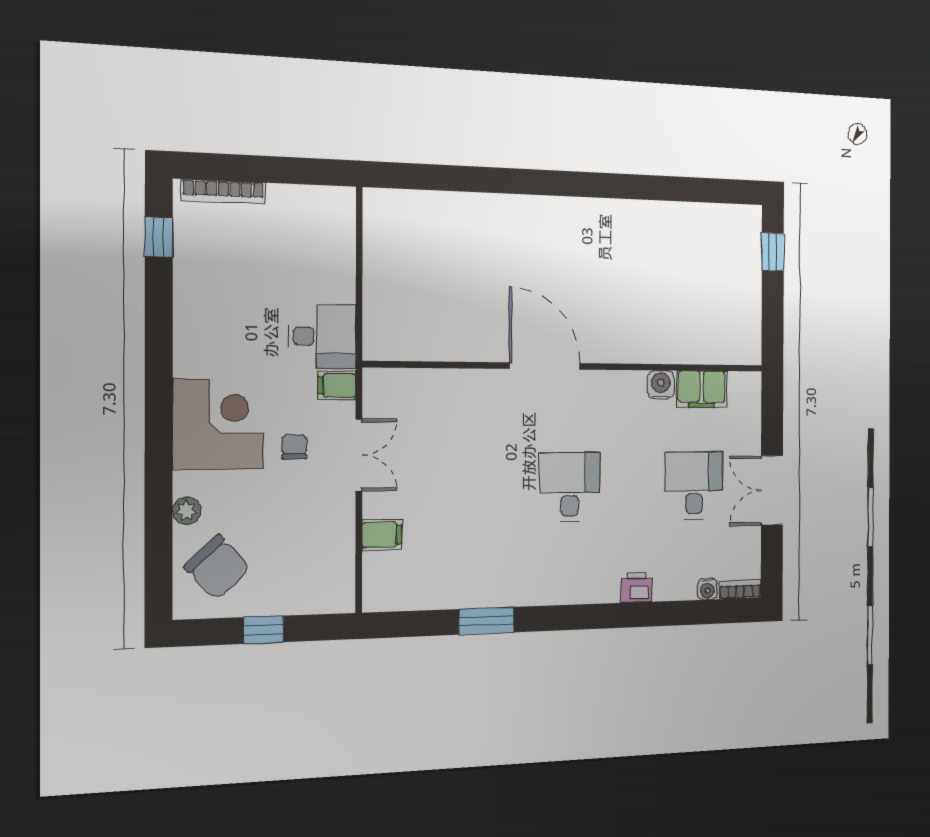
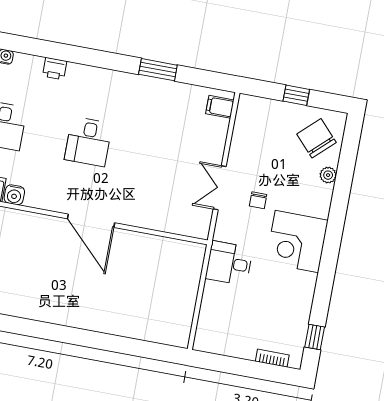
bookcase: (223, 192) -> (272, 358), width x0.64
filing cabinet: (337, 385) -> (225, 232), removed
corner desk: (218, 424) -> (297, 242), moved
filing cabinet: (382, 535) -> (220, 107), moved

